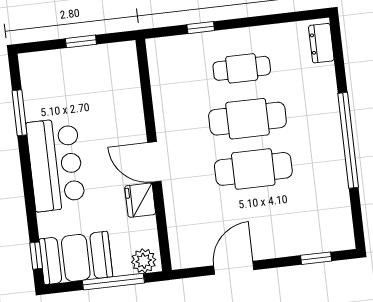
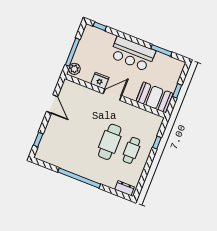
cafe table: (253, 169) -> (88, 133), removed
booth: (76, 258) -> (154, 97), moved, turned 90

